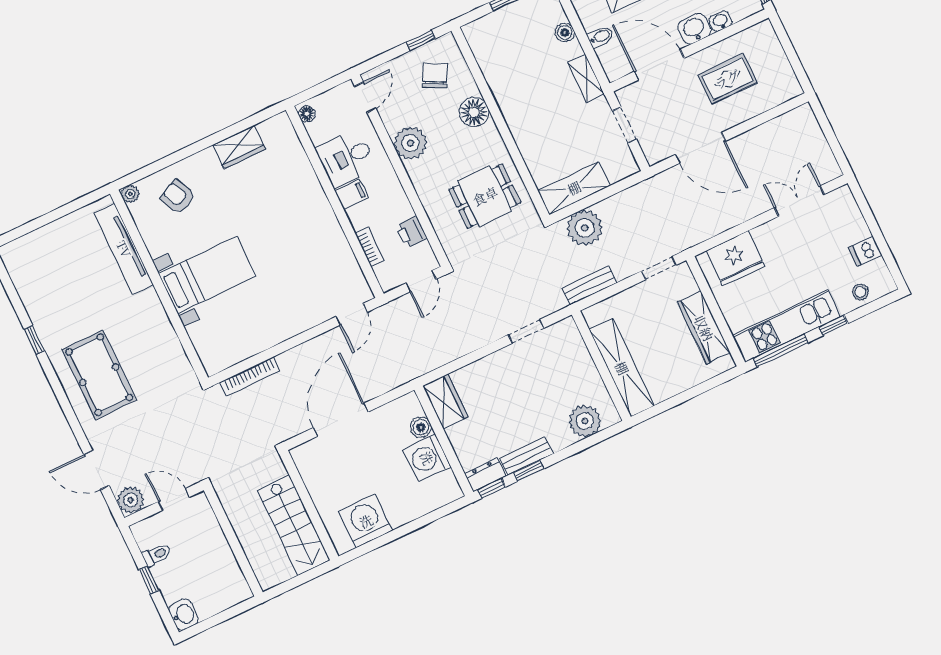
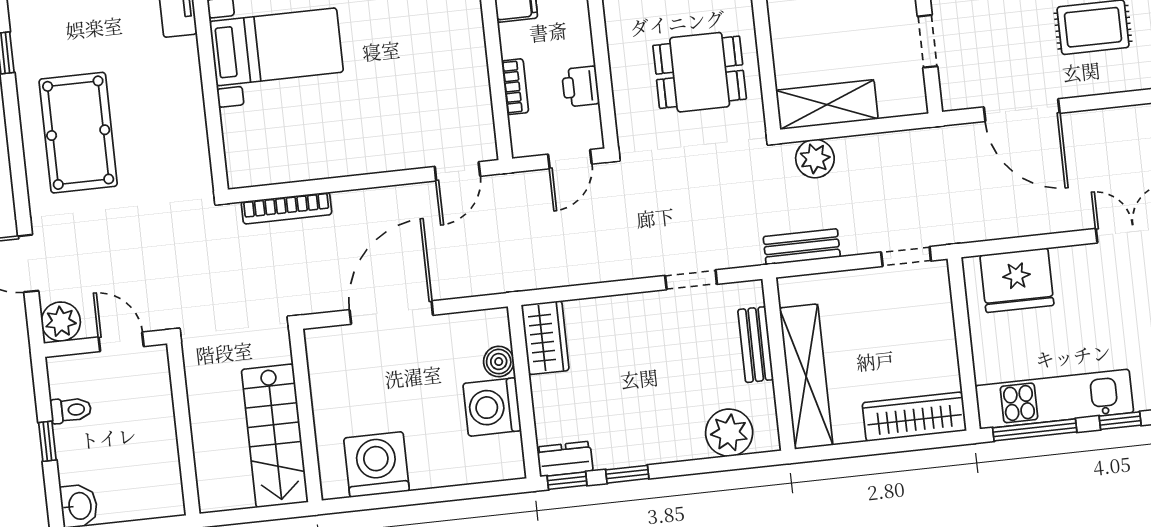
plant: (585, 228) -> (815, 159), width x0.73, depth x0.73
wardrobe: (704, 328) -> (914, 417), moved, turned 90
bench: (526, 456) -> (756, 345), moved, turned 90

